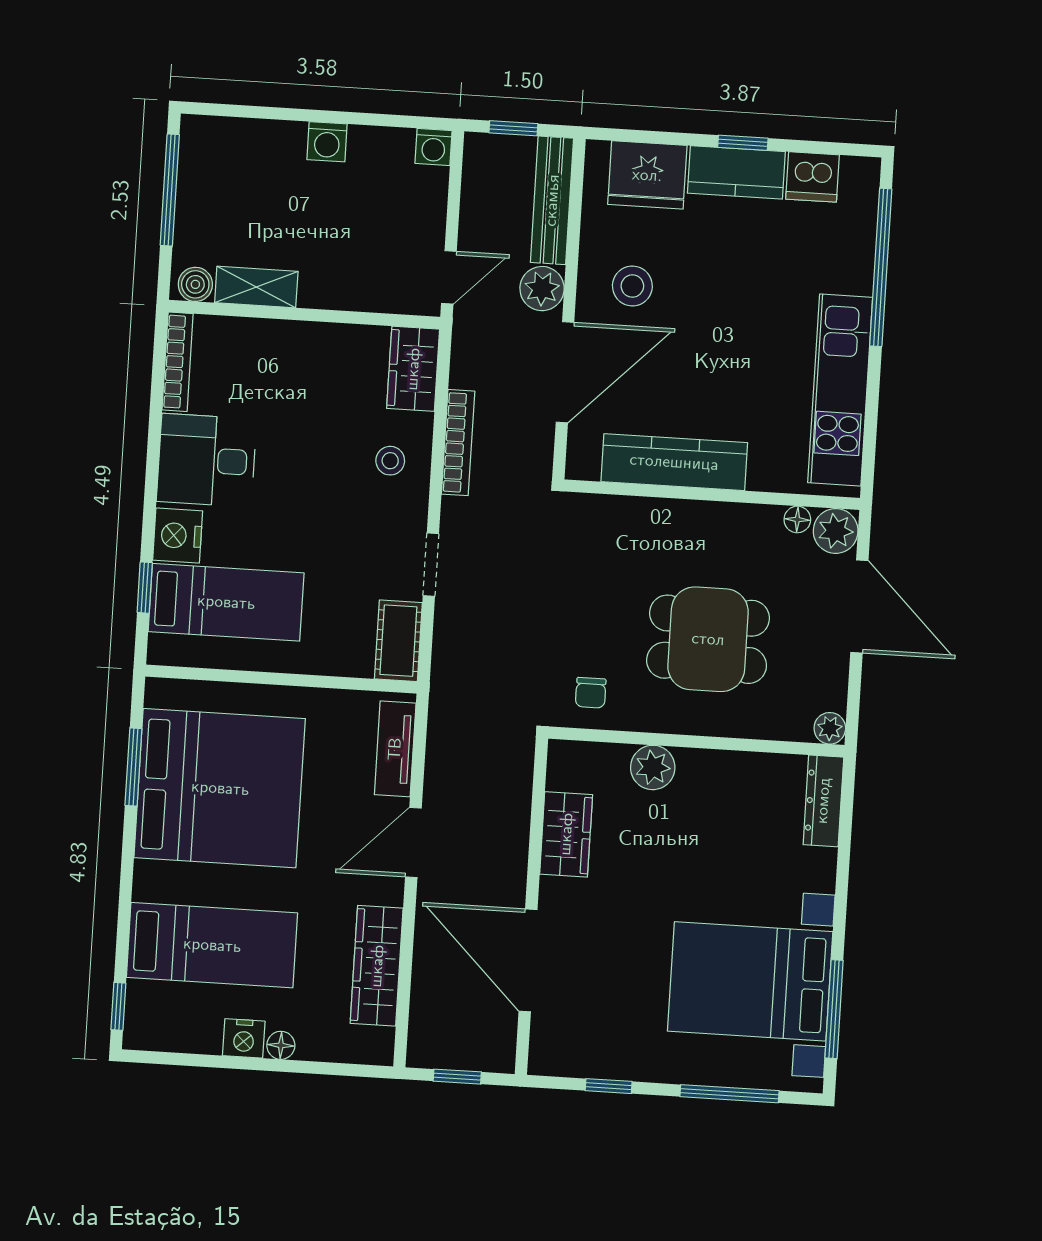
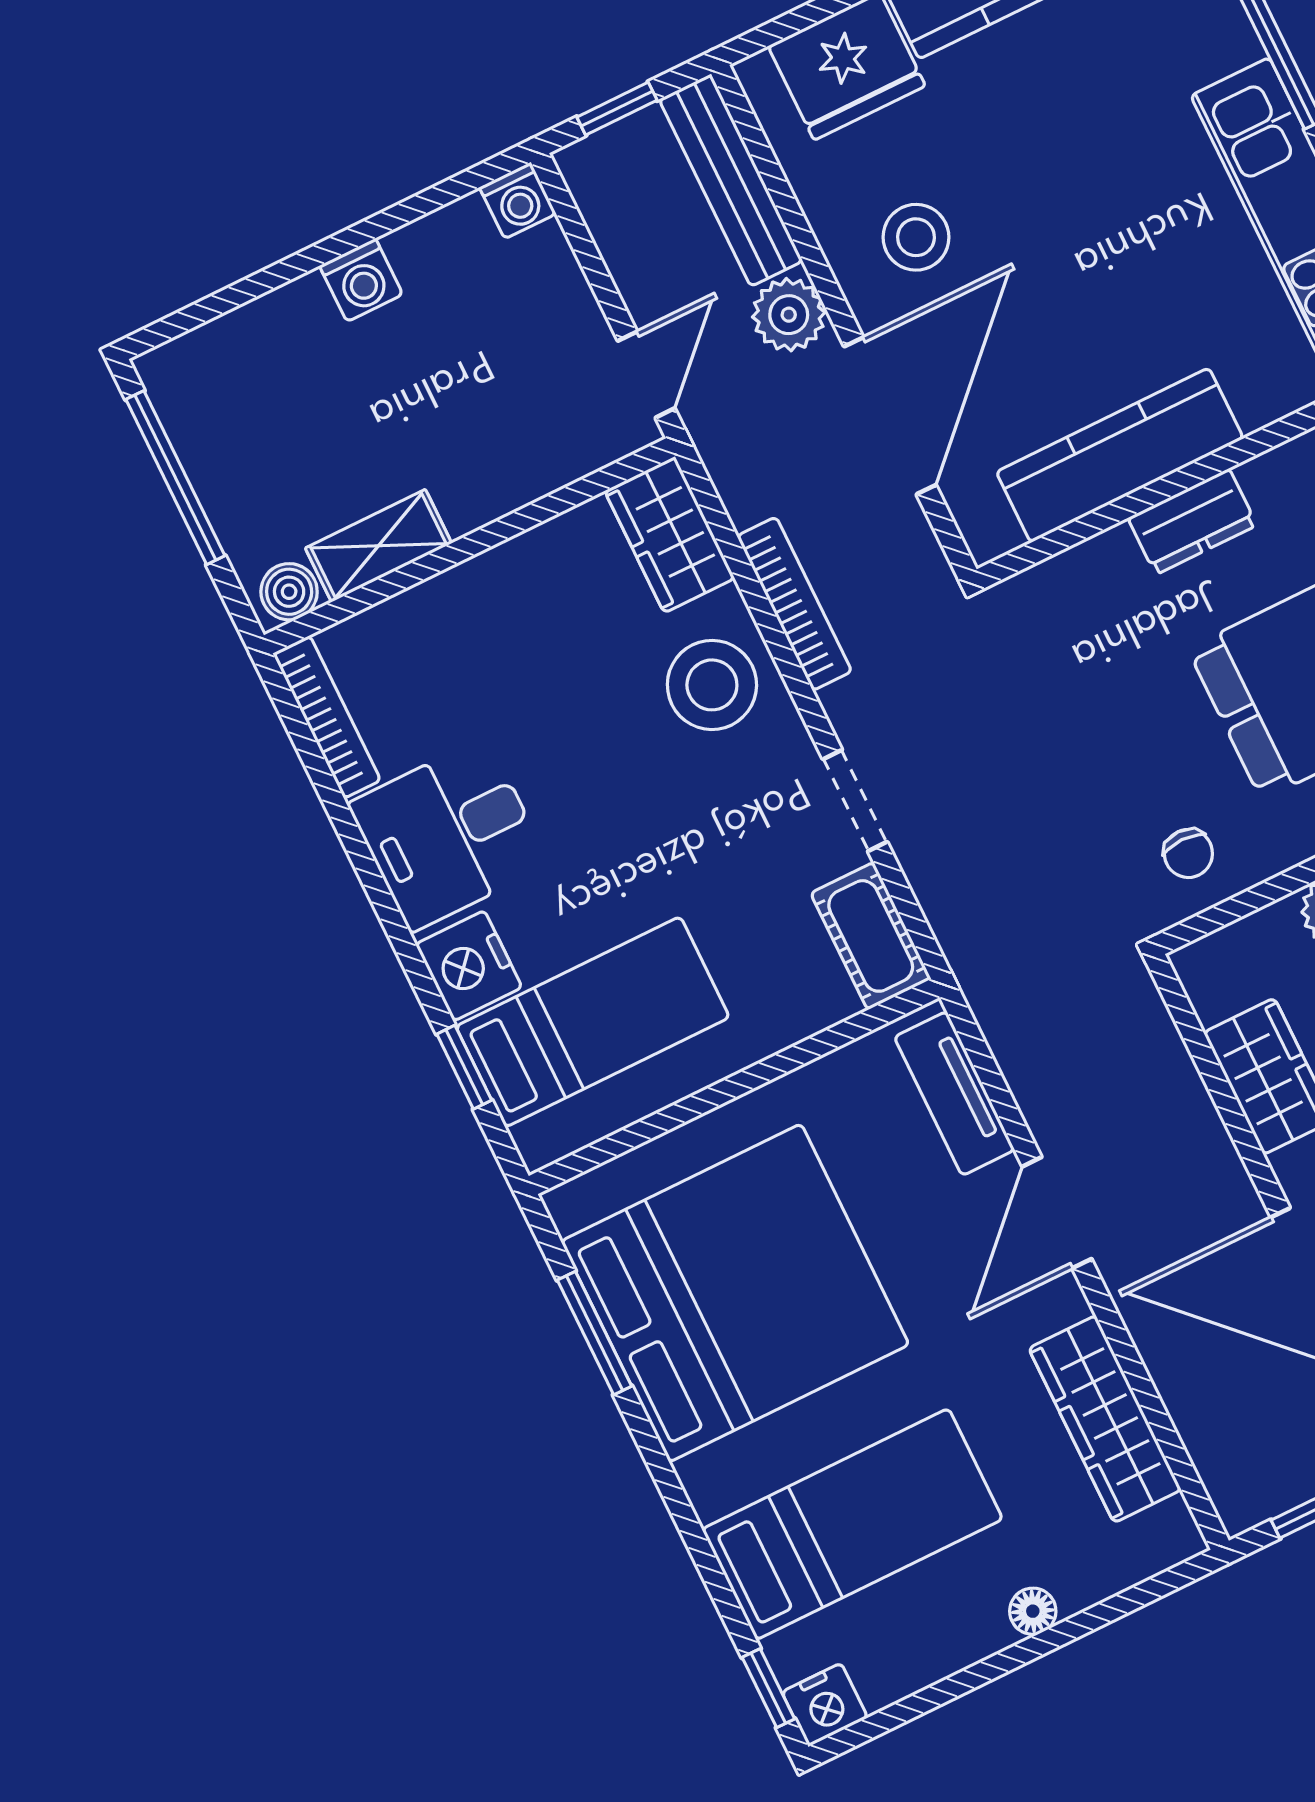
stool: (390, 461) -> (712, 685), width x1.89, depth x1.89
dresser: (693, 519) -> (1192, 522), added
nightstand: (244, 1038) -> (825, 1705), moved

